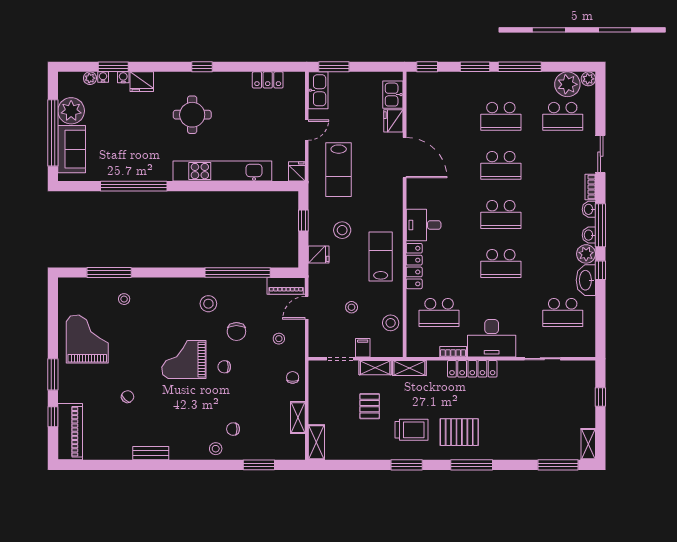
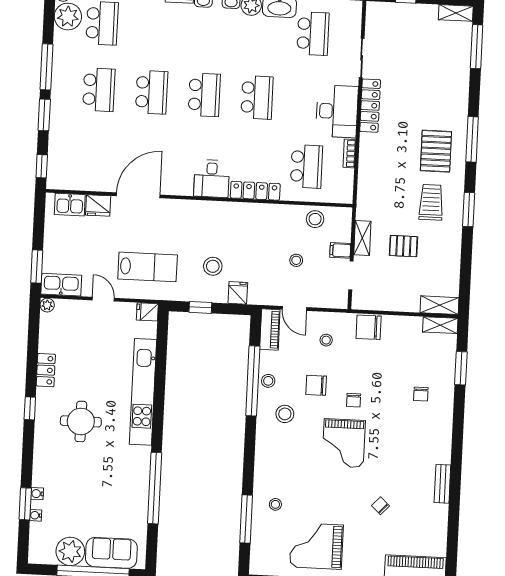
plant: (90, 78) -> (47, 305), moved
locker: (268, 80) -> (46, 370), moved
fridge: (142, 82) -> (43, 474), removed
lab bench: (381, 257) -> (243, 226), removed
chair: (236, 331) -> (316, 385), turned 180
shelving: (409, 368) -> (365, 201), removed
locker: (472, 369) -> (370, 106), moved
chair: (293, 377) -> (369, 327), width x1.87, depth x1.87
shelving: (298, 418) -> (440, 325), moved
stool: (216, 449) -> (268, 381), moved

